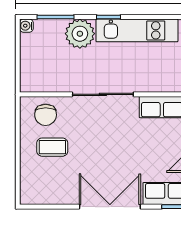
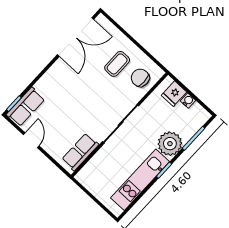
water cooler: (26, 26) -> (188, 101), moved
fridge: (32, 72) -> (174, 94), added
double door: (110, 207) -> (76, 37), moved

